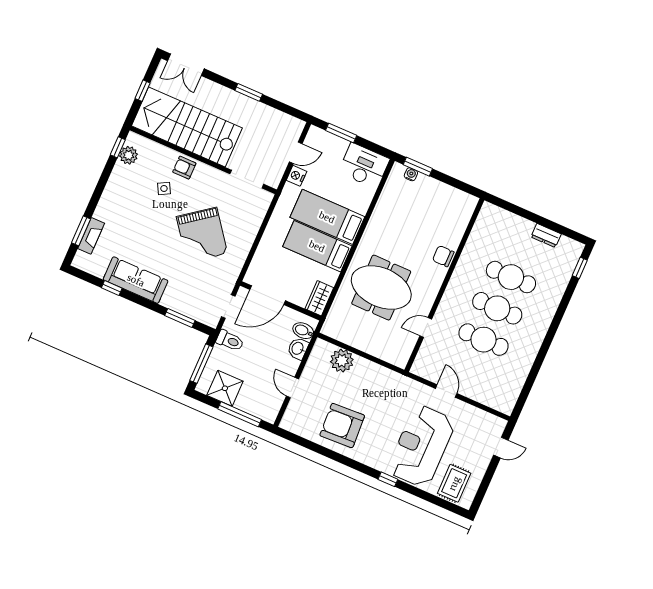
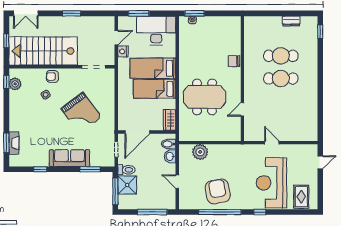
desk: (364, 166) -> (156, 31), width x1.36, depth x1.30
sofa: (136, 280) -> (69, 158), moved
cafe table: (483, 340) -> (281, 101), removed
shower: (225, 388) -> (127, 185), moved
armchair: (342, 425) -> (218, 191), turned 83
window: (333, 455) -> (220, 212), added

